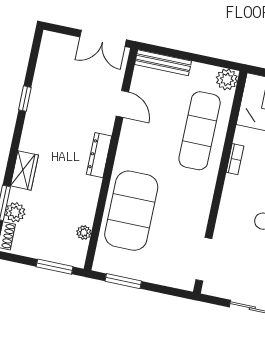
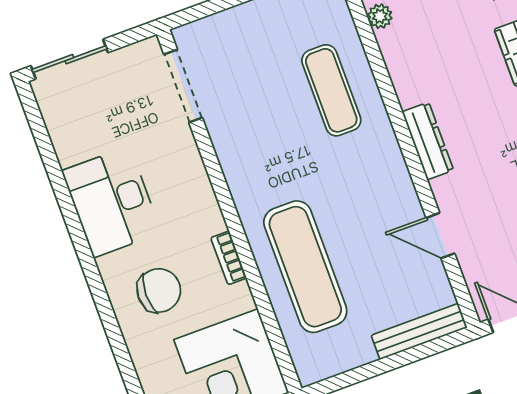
plant: (227, 79) -> (312, 365), removed
exercise mat: (131, 211) -> (331, 90), width x0.50, depth x0.69

